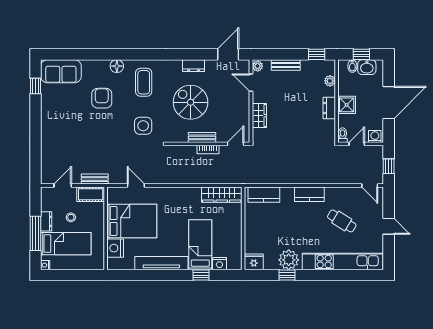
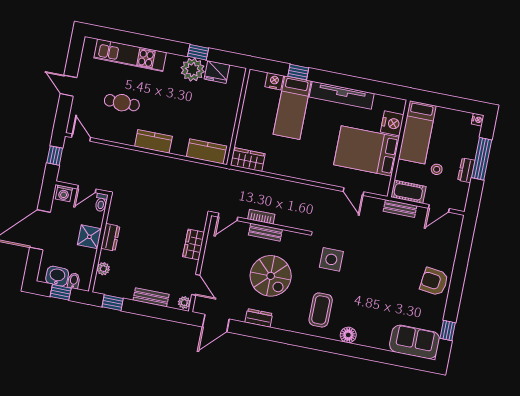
armchair: (102, 98) -> (434, 282), moved, turned 97
wardrobe: (222, 195) -> (248, 160), width x0.67
cafe table: (342, 221) -> (122, 103), turned -32
bed: (66, 244) -> (417, 132), moved, turned -90
fridge: (254, 262) -> (217, 72), moved
kitchen unit: (343, 262) -> (130, 55), width x0.73

